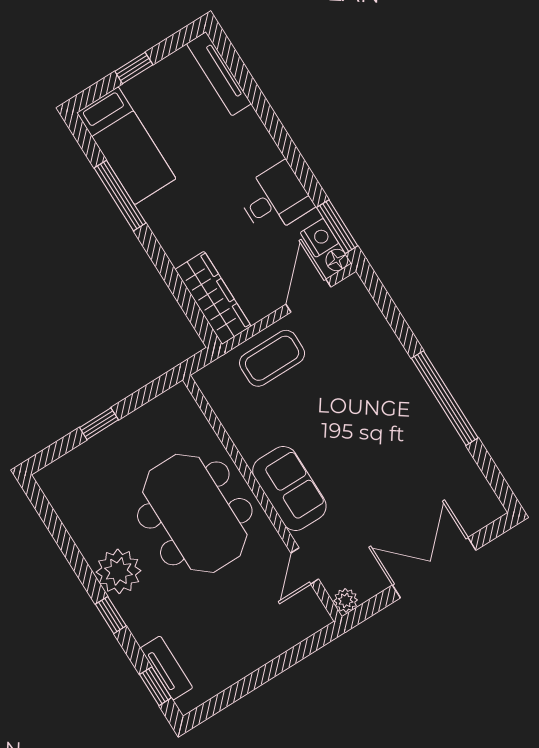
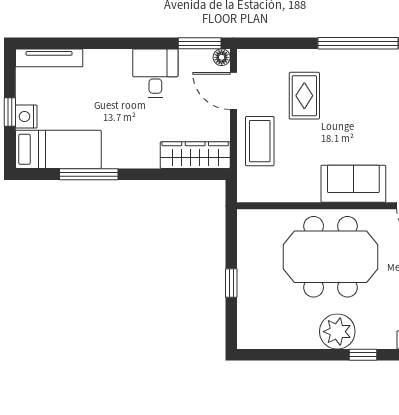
nightstand: (319, 238) -> (26, 117), moved, turned -90
rug: (351, 376) -> (304, 96), added

